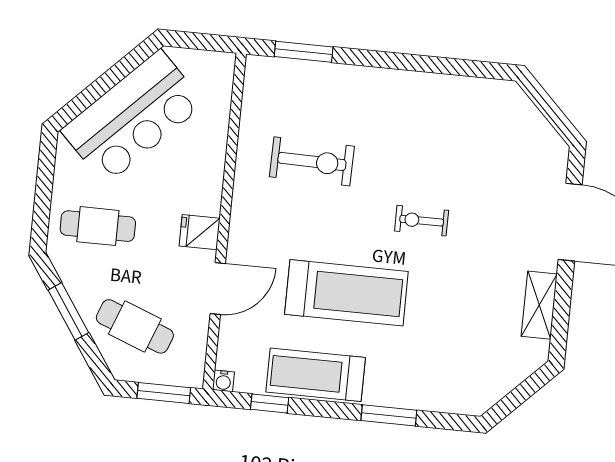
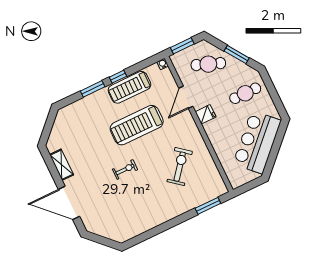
exercise bike: (312, 161) -> (180, 167), turned 128
treadmill: (316, 375) -> (129, 87), turned 180
window: (270, 403) -> (118, 77), moved

